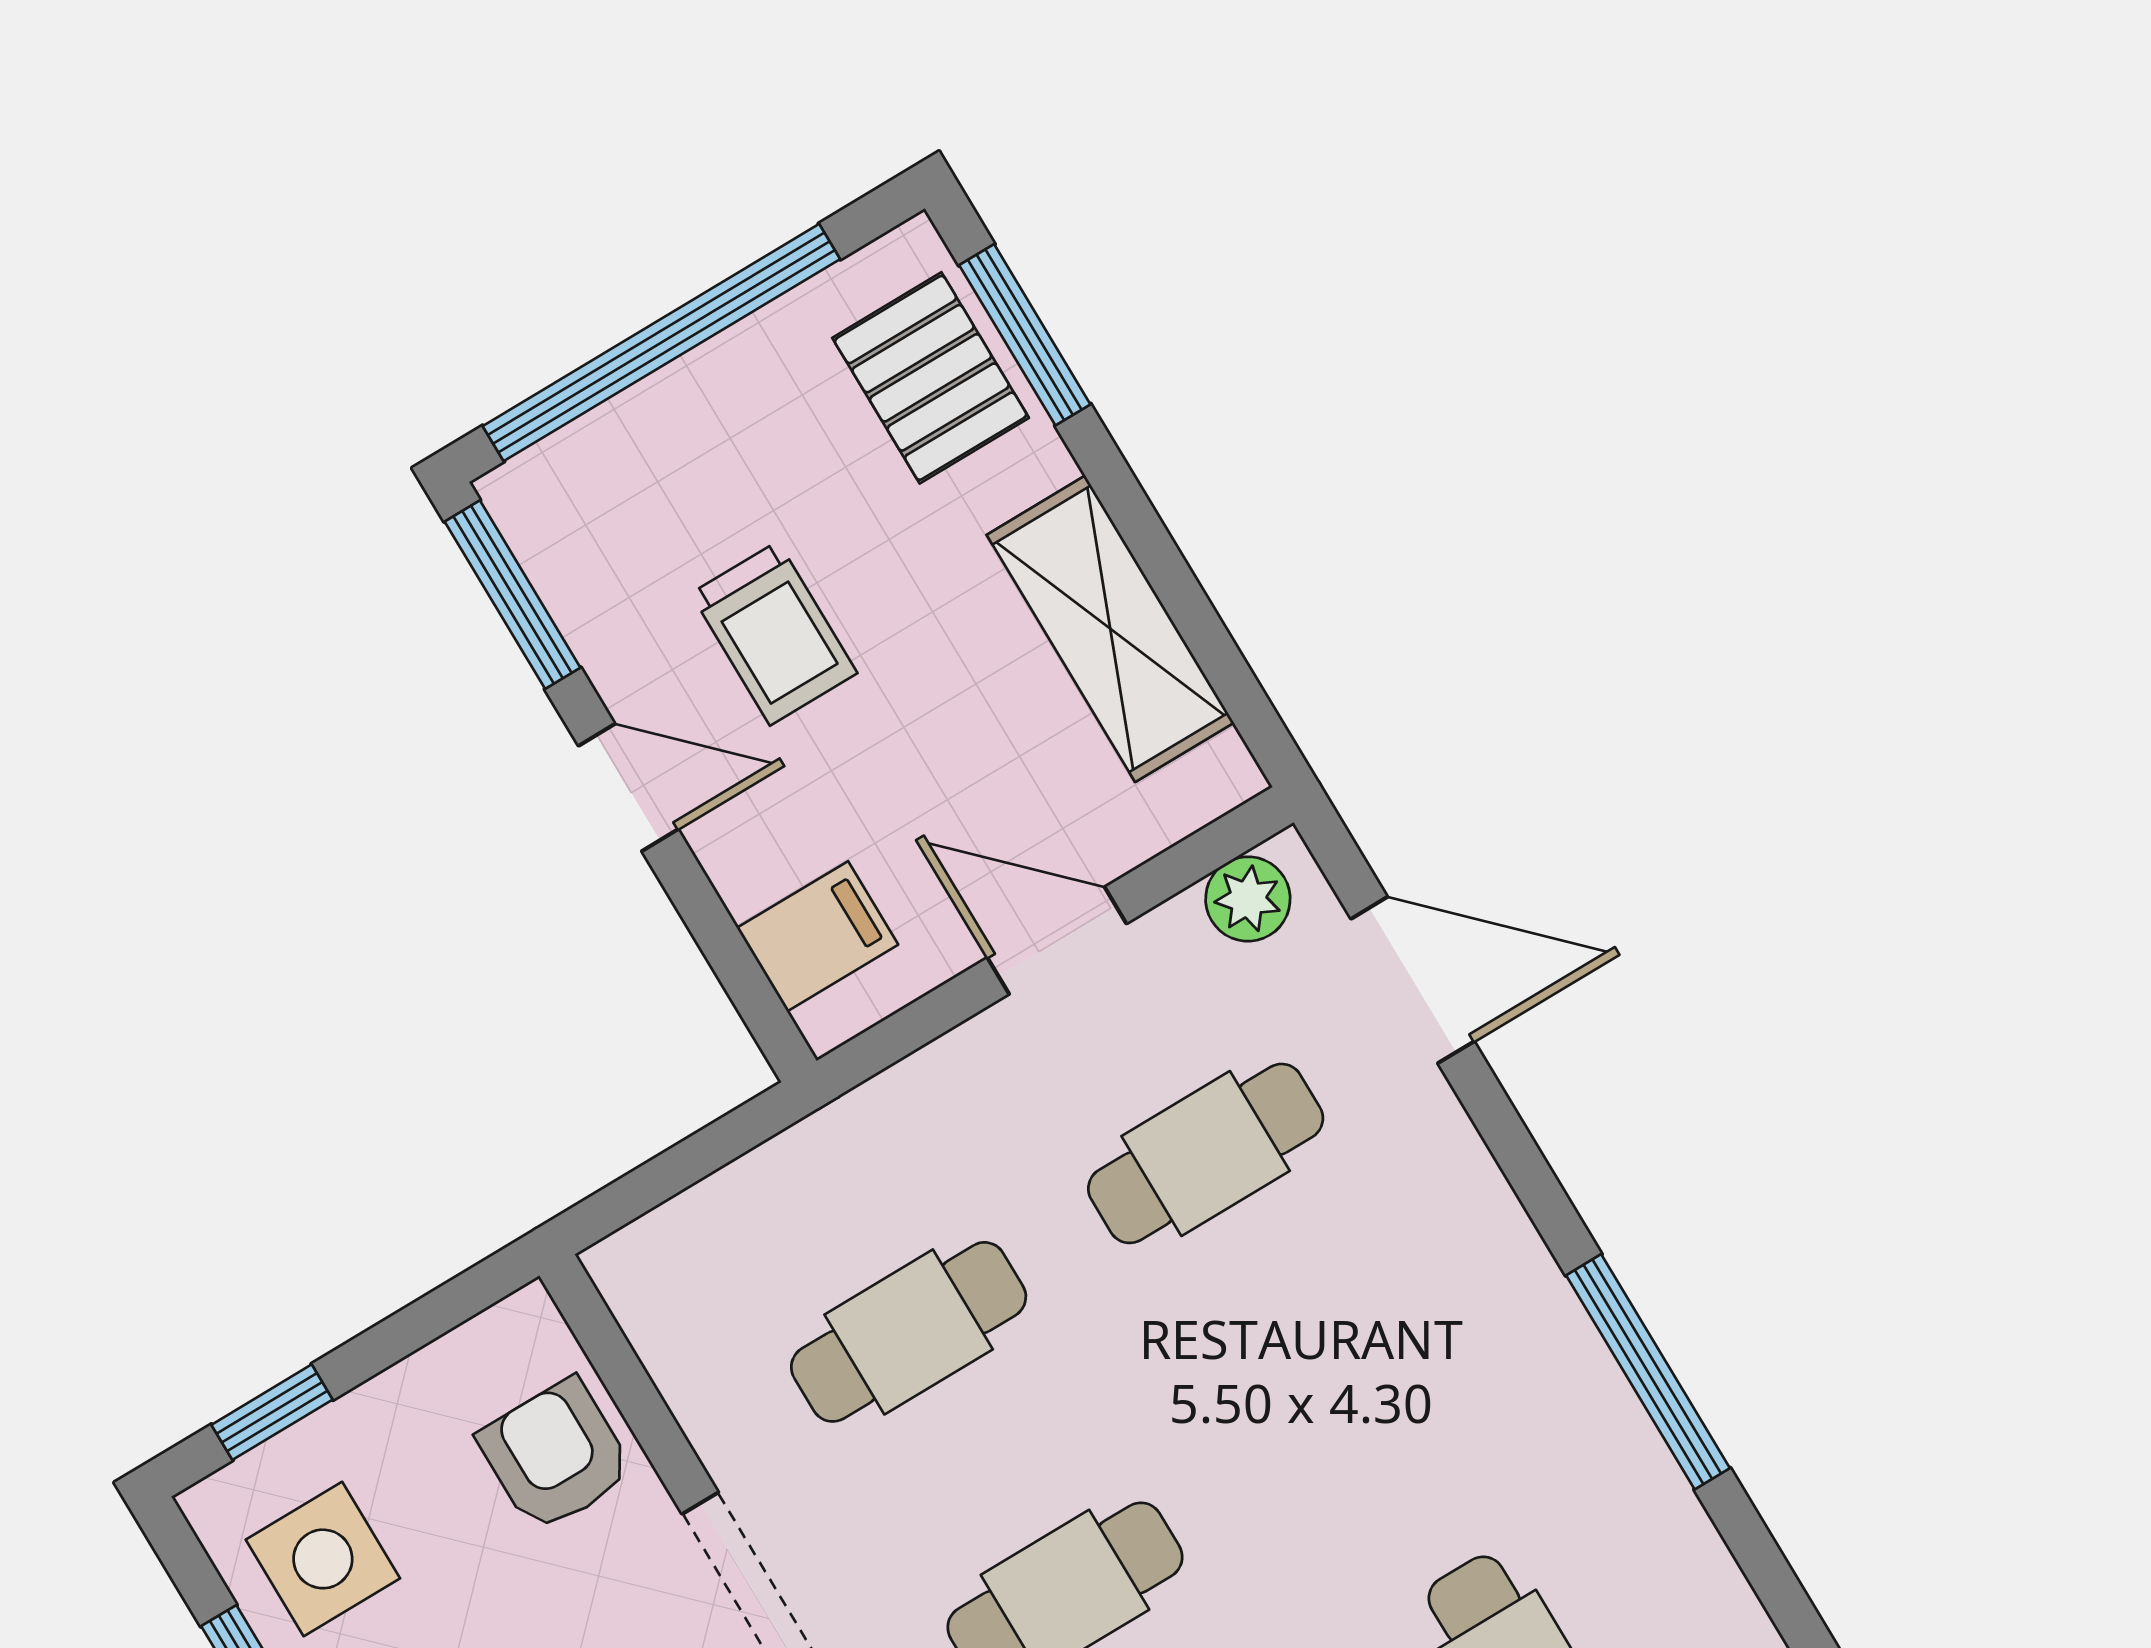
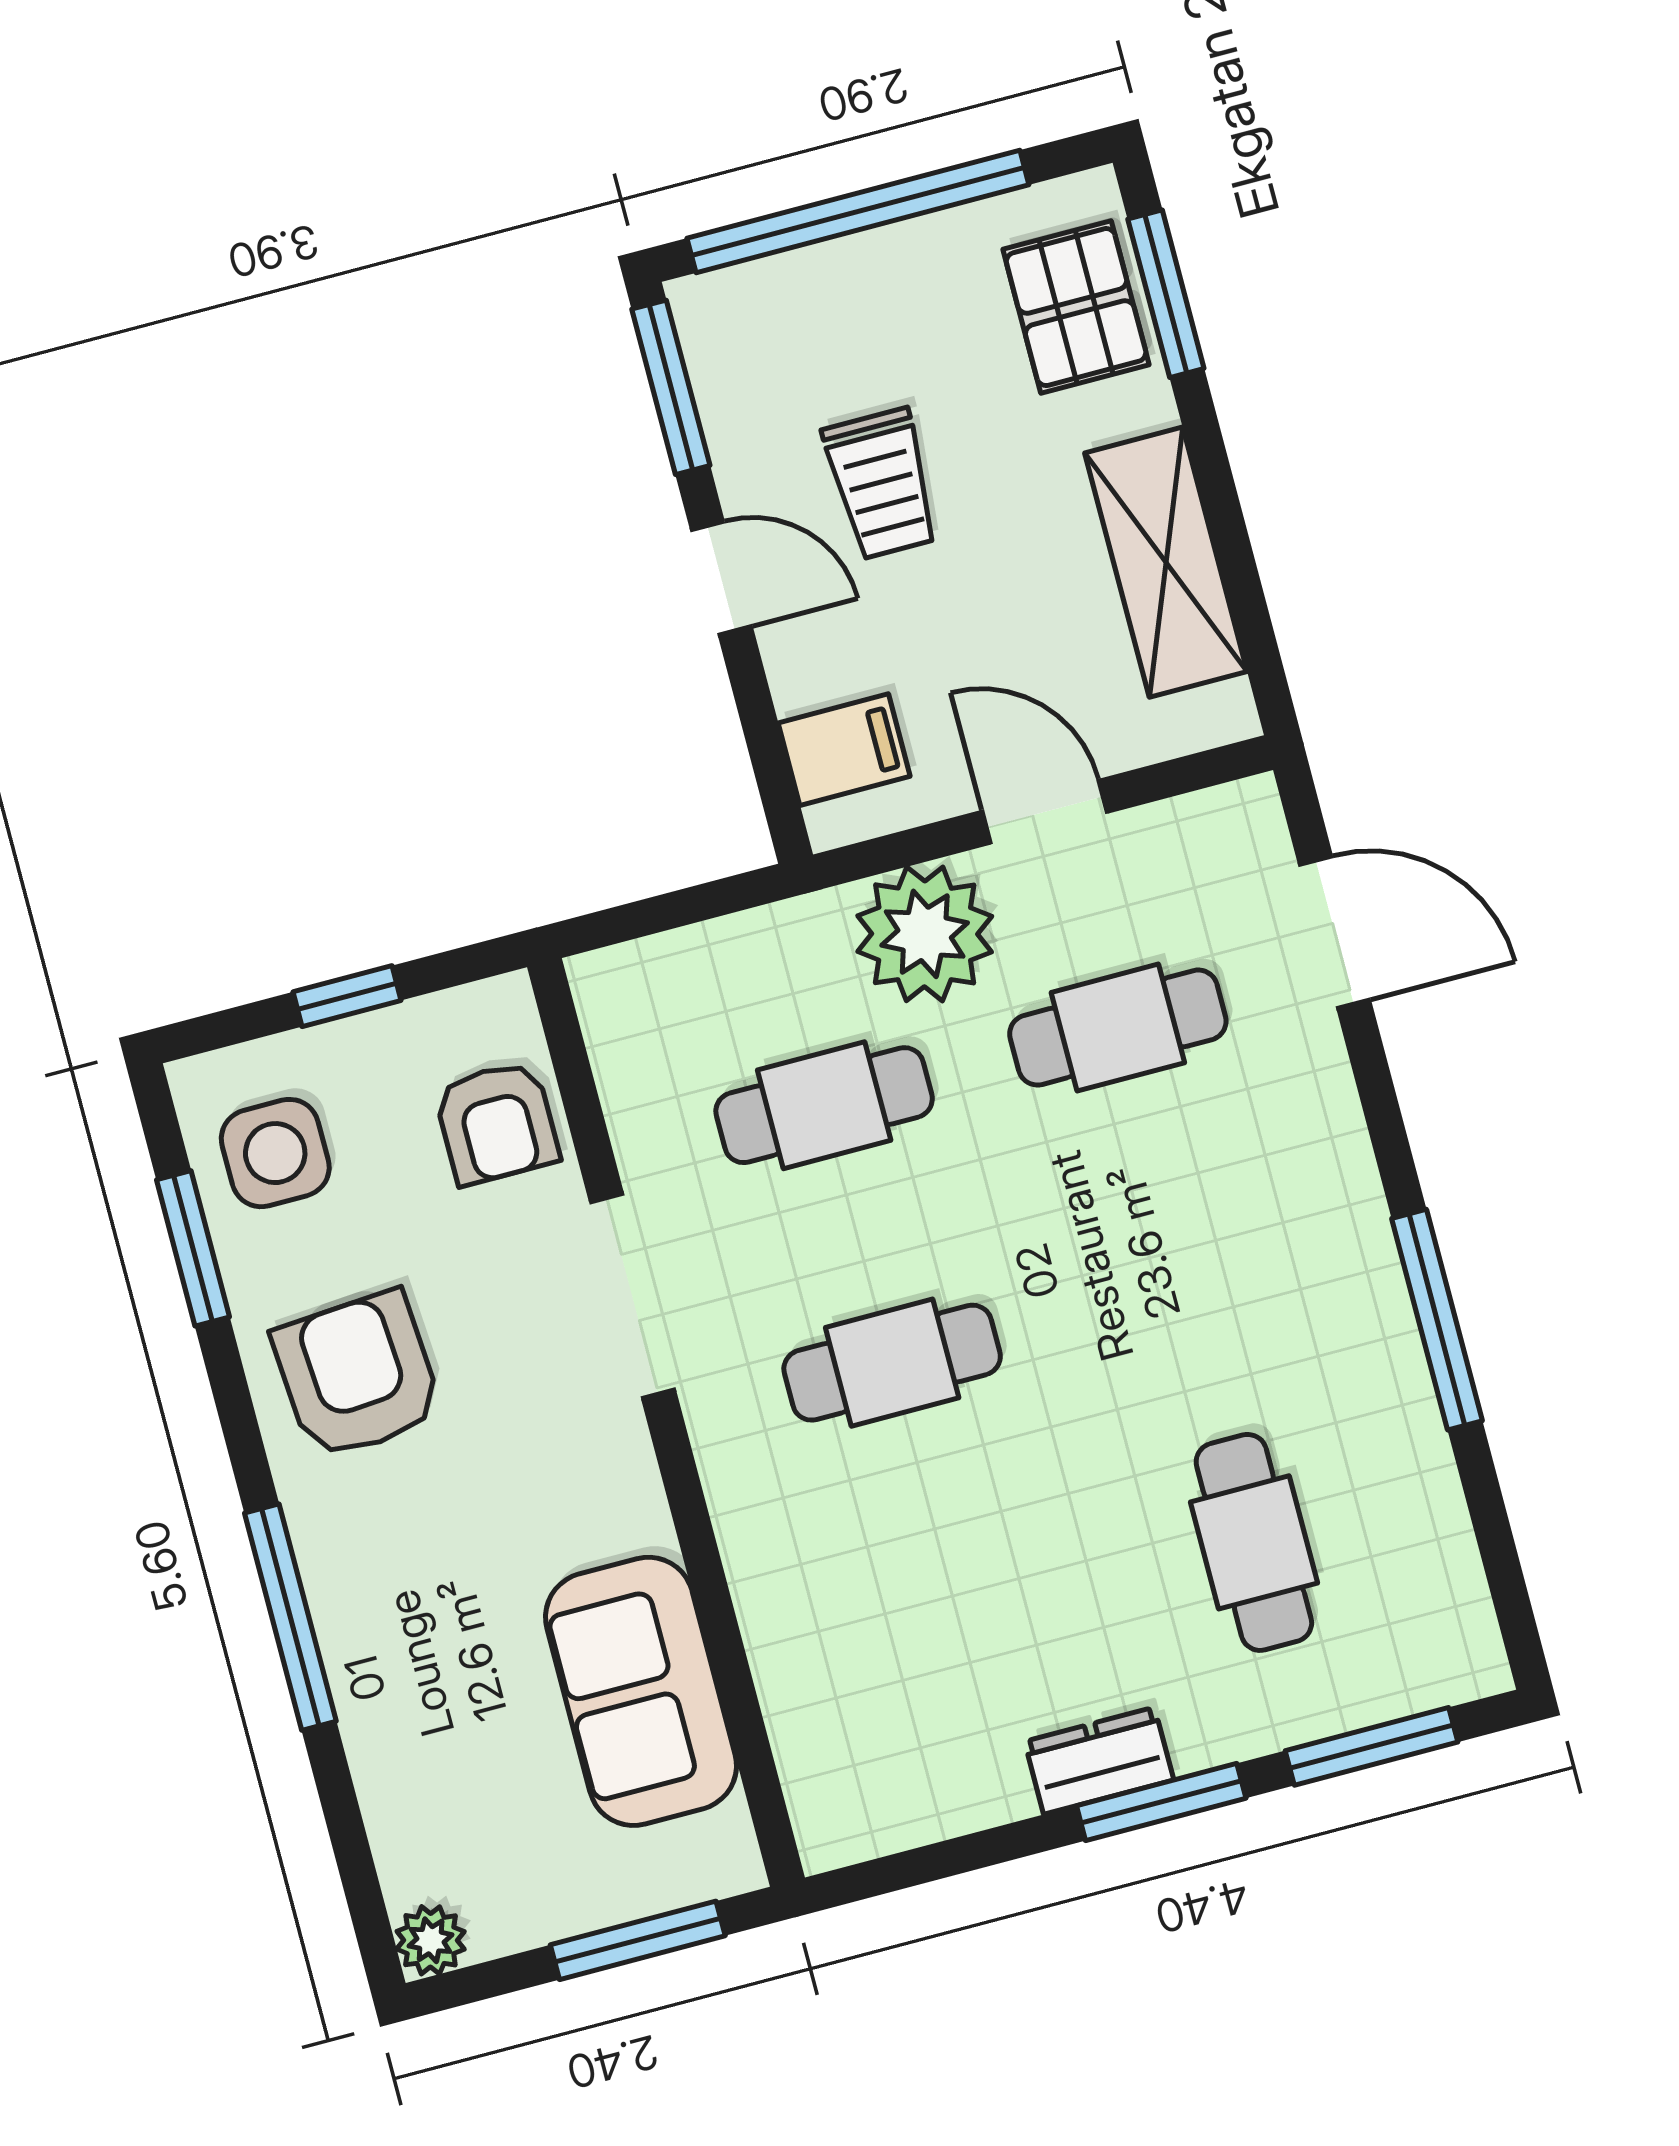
plant: (1248, 899) -> (925, 934), moved, width x1.88, depth x1.88
window: (272, 1412) -> (347, 996), moved
armchair: (556, 1455) -> (497, 1123), turned 180

